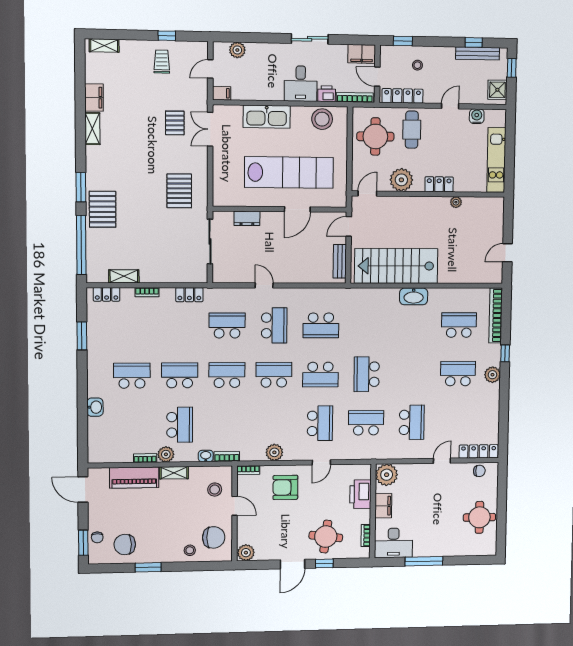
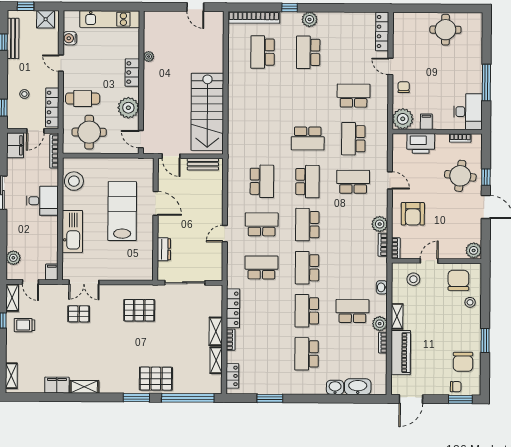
shelving: (193, 48) -> (12, 298), added
printer: (327, 94) -> (51, 177), removed
lab bench: (289, 172) -> (122, 211), width x0.73
shelving: (156, 276) -> (216, 331), added
locker: (189, 295) -> (233, 308), width x1.53
washbasin: (414, 296) -> (358, 387), moved, turned -90
school desk: (227, 326) -> (261, 267), turned 90
bookcase: (227, 457) -> (383, 245), moved
chair: (479, 471) -> (404, 87), moved
filing cabinet: (383, 506) -> (426, 122), width x0.50

